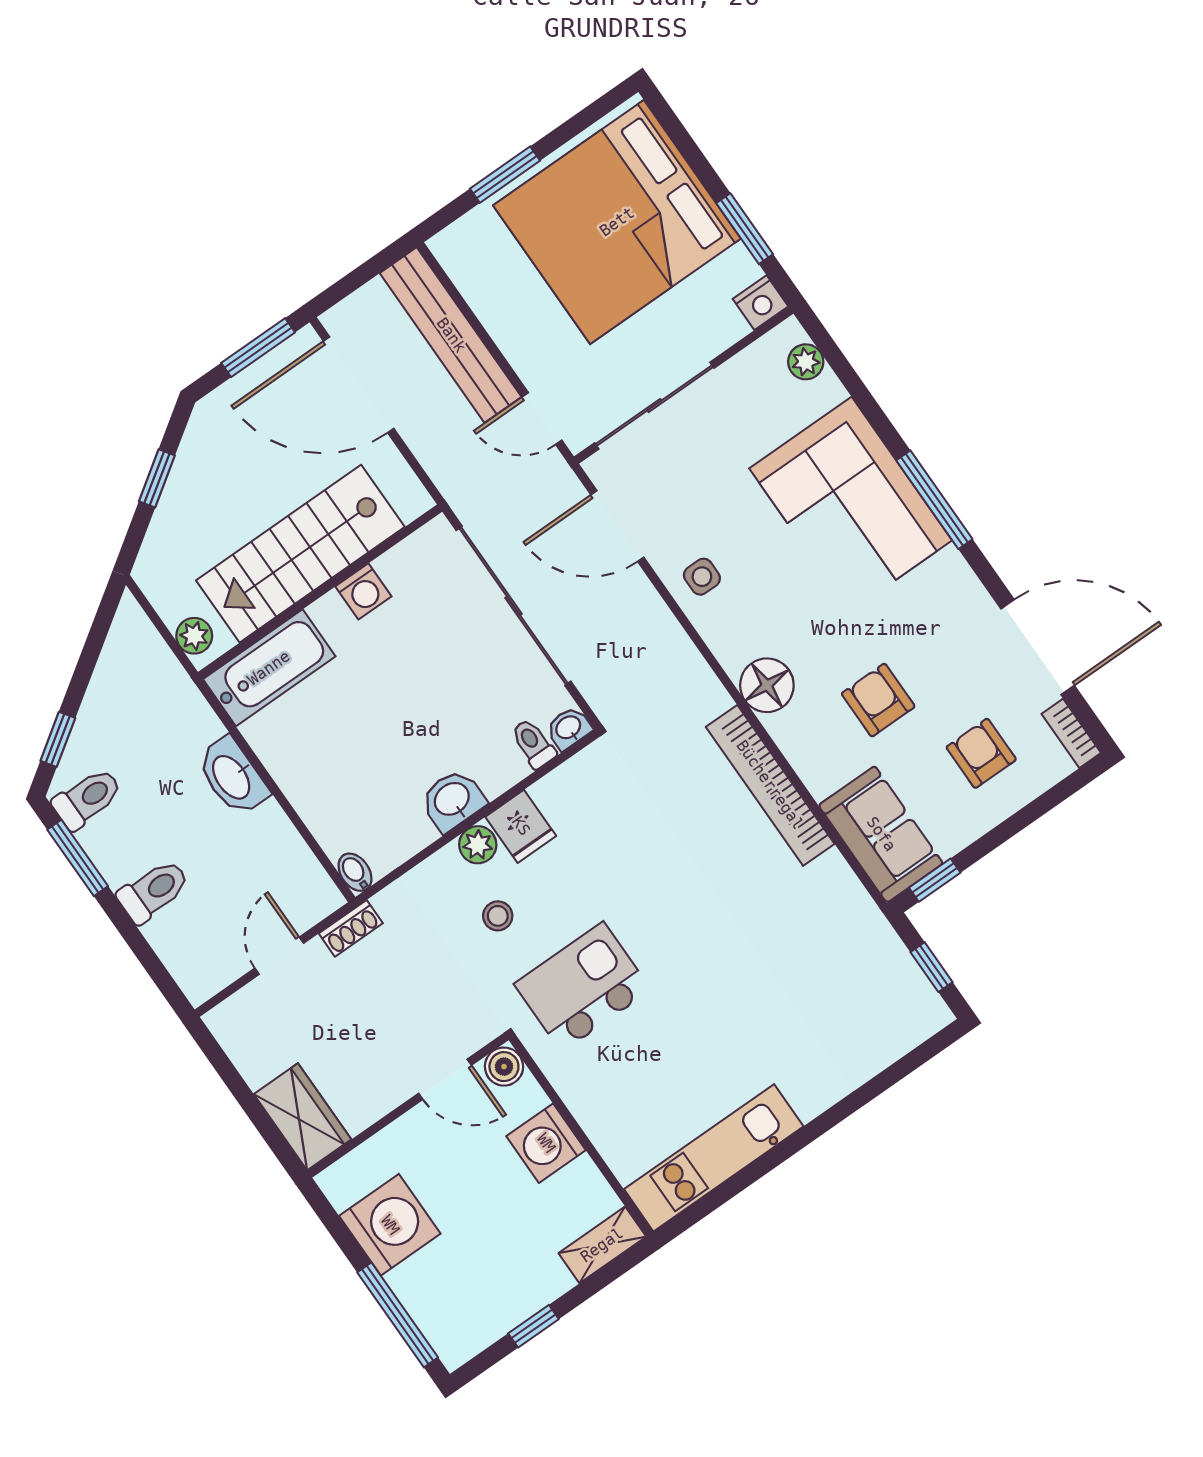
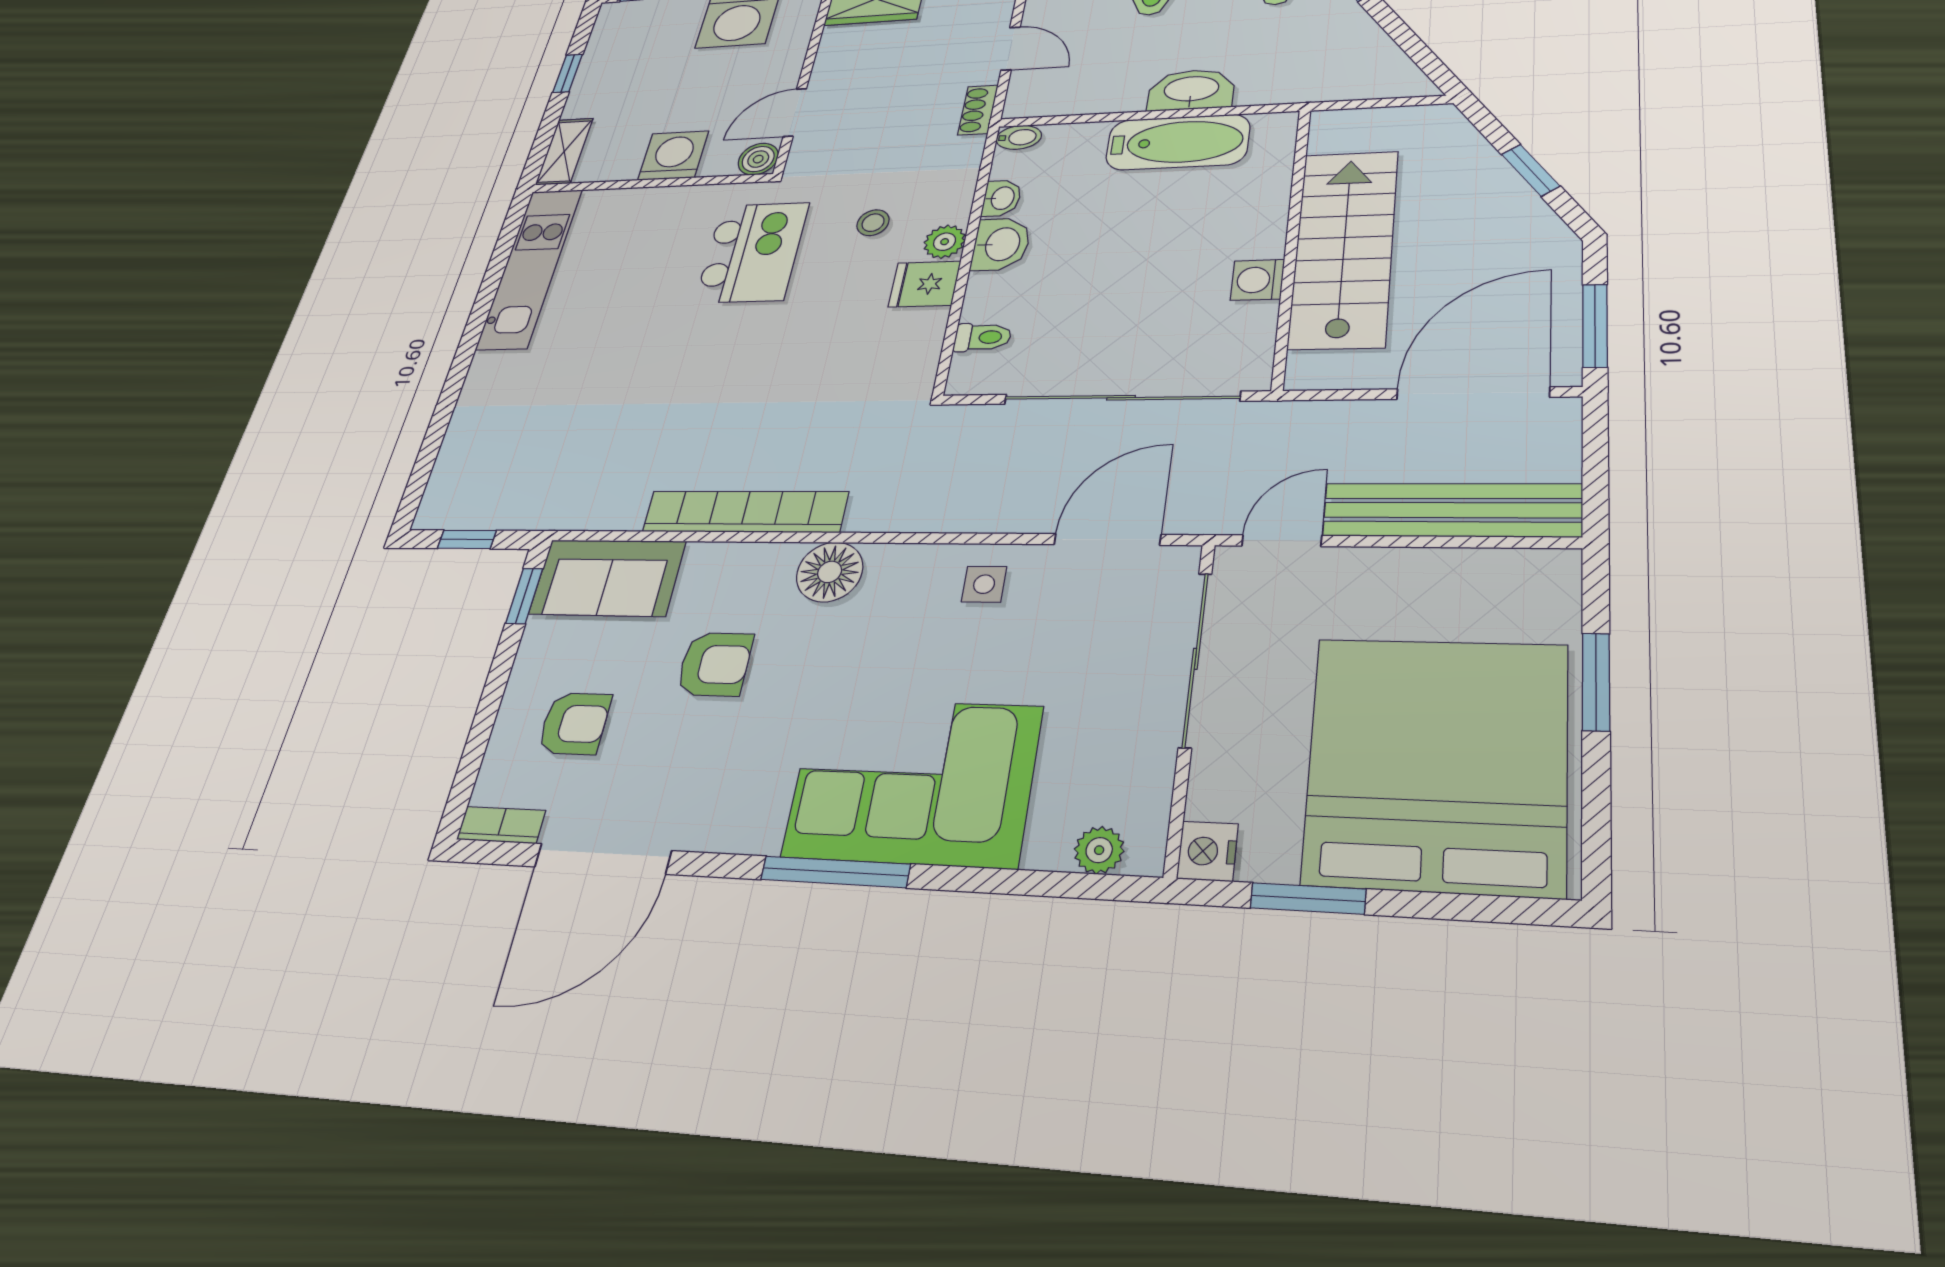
plant: (194, 636) -> (1346, 124), removed
bathtub: (269, 668) -> (1178, 142), moved, turned -90
washbasin: (569, 728) -> (1002, 198), moved

